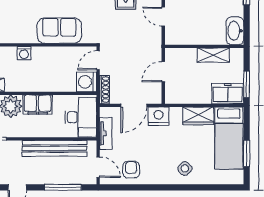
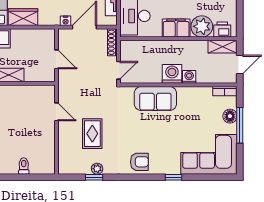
door: (163, 72) -> (56, 59), hinge flipped
washing machine: (87, 82) -> (172, 74), moved, turned -90
nightstand: (159, 116) -> (66, 21), width x0.53, depth x0.56

